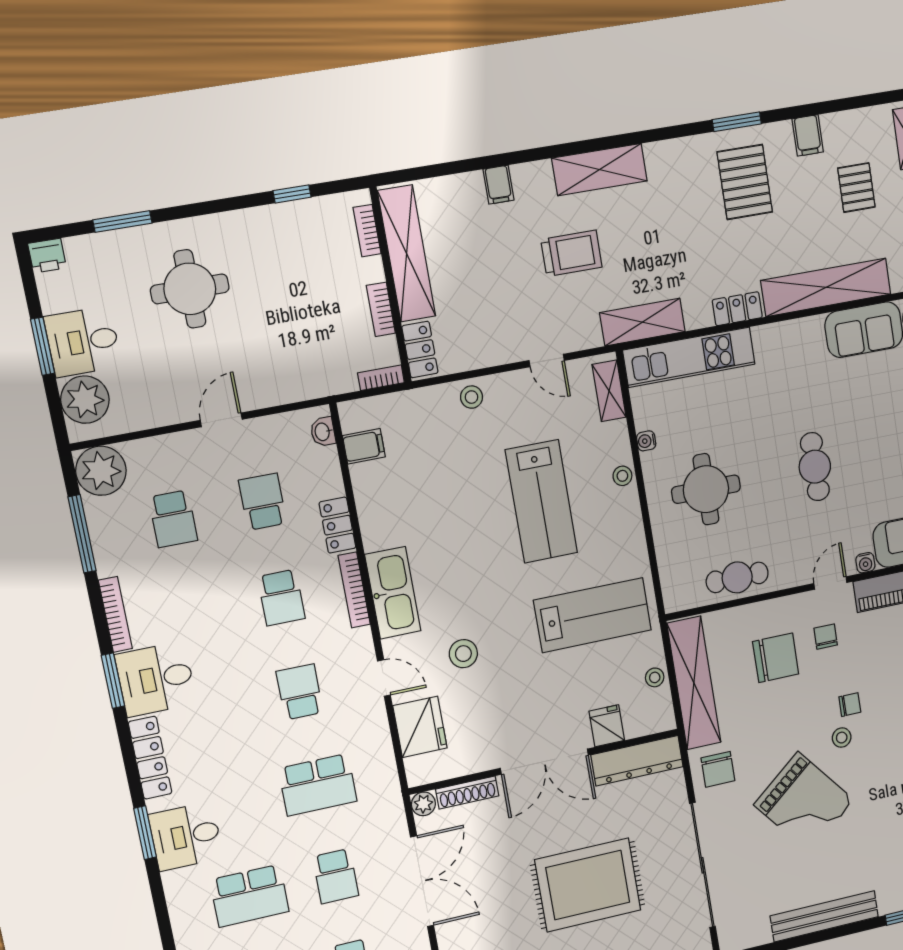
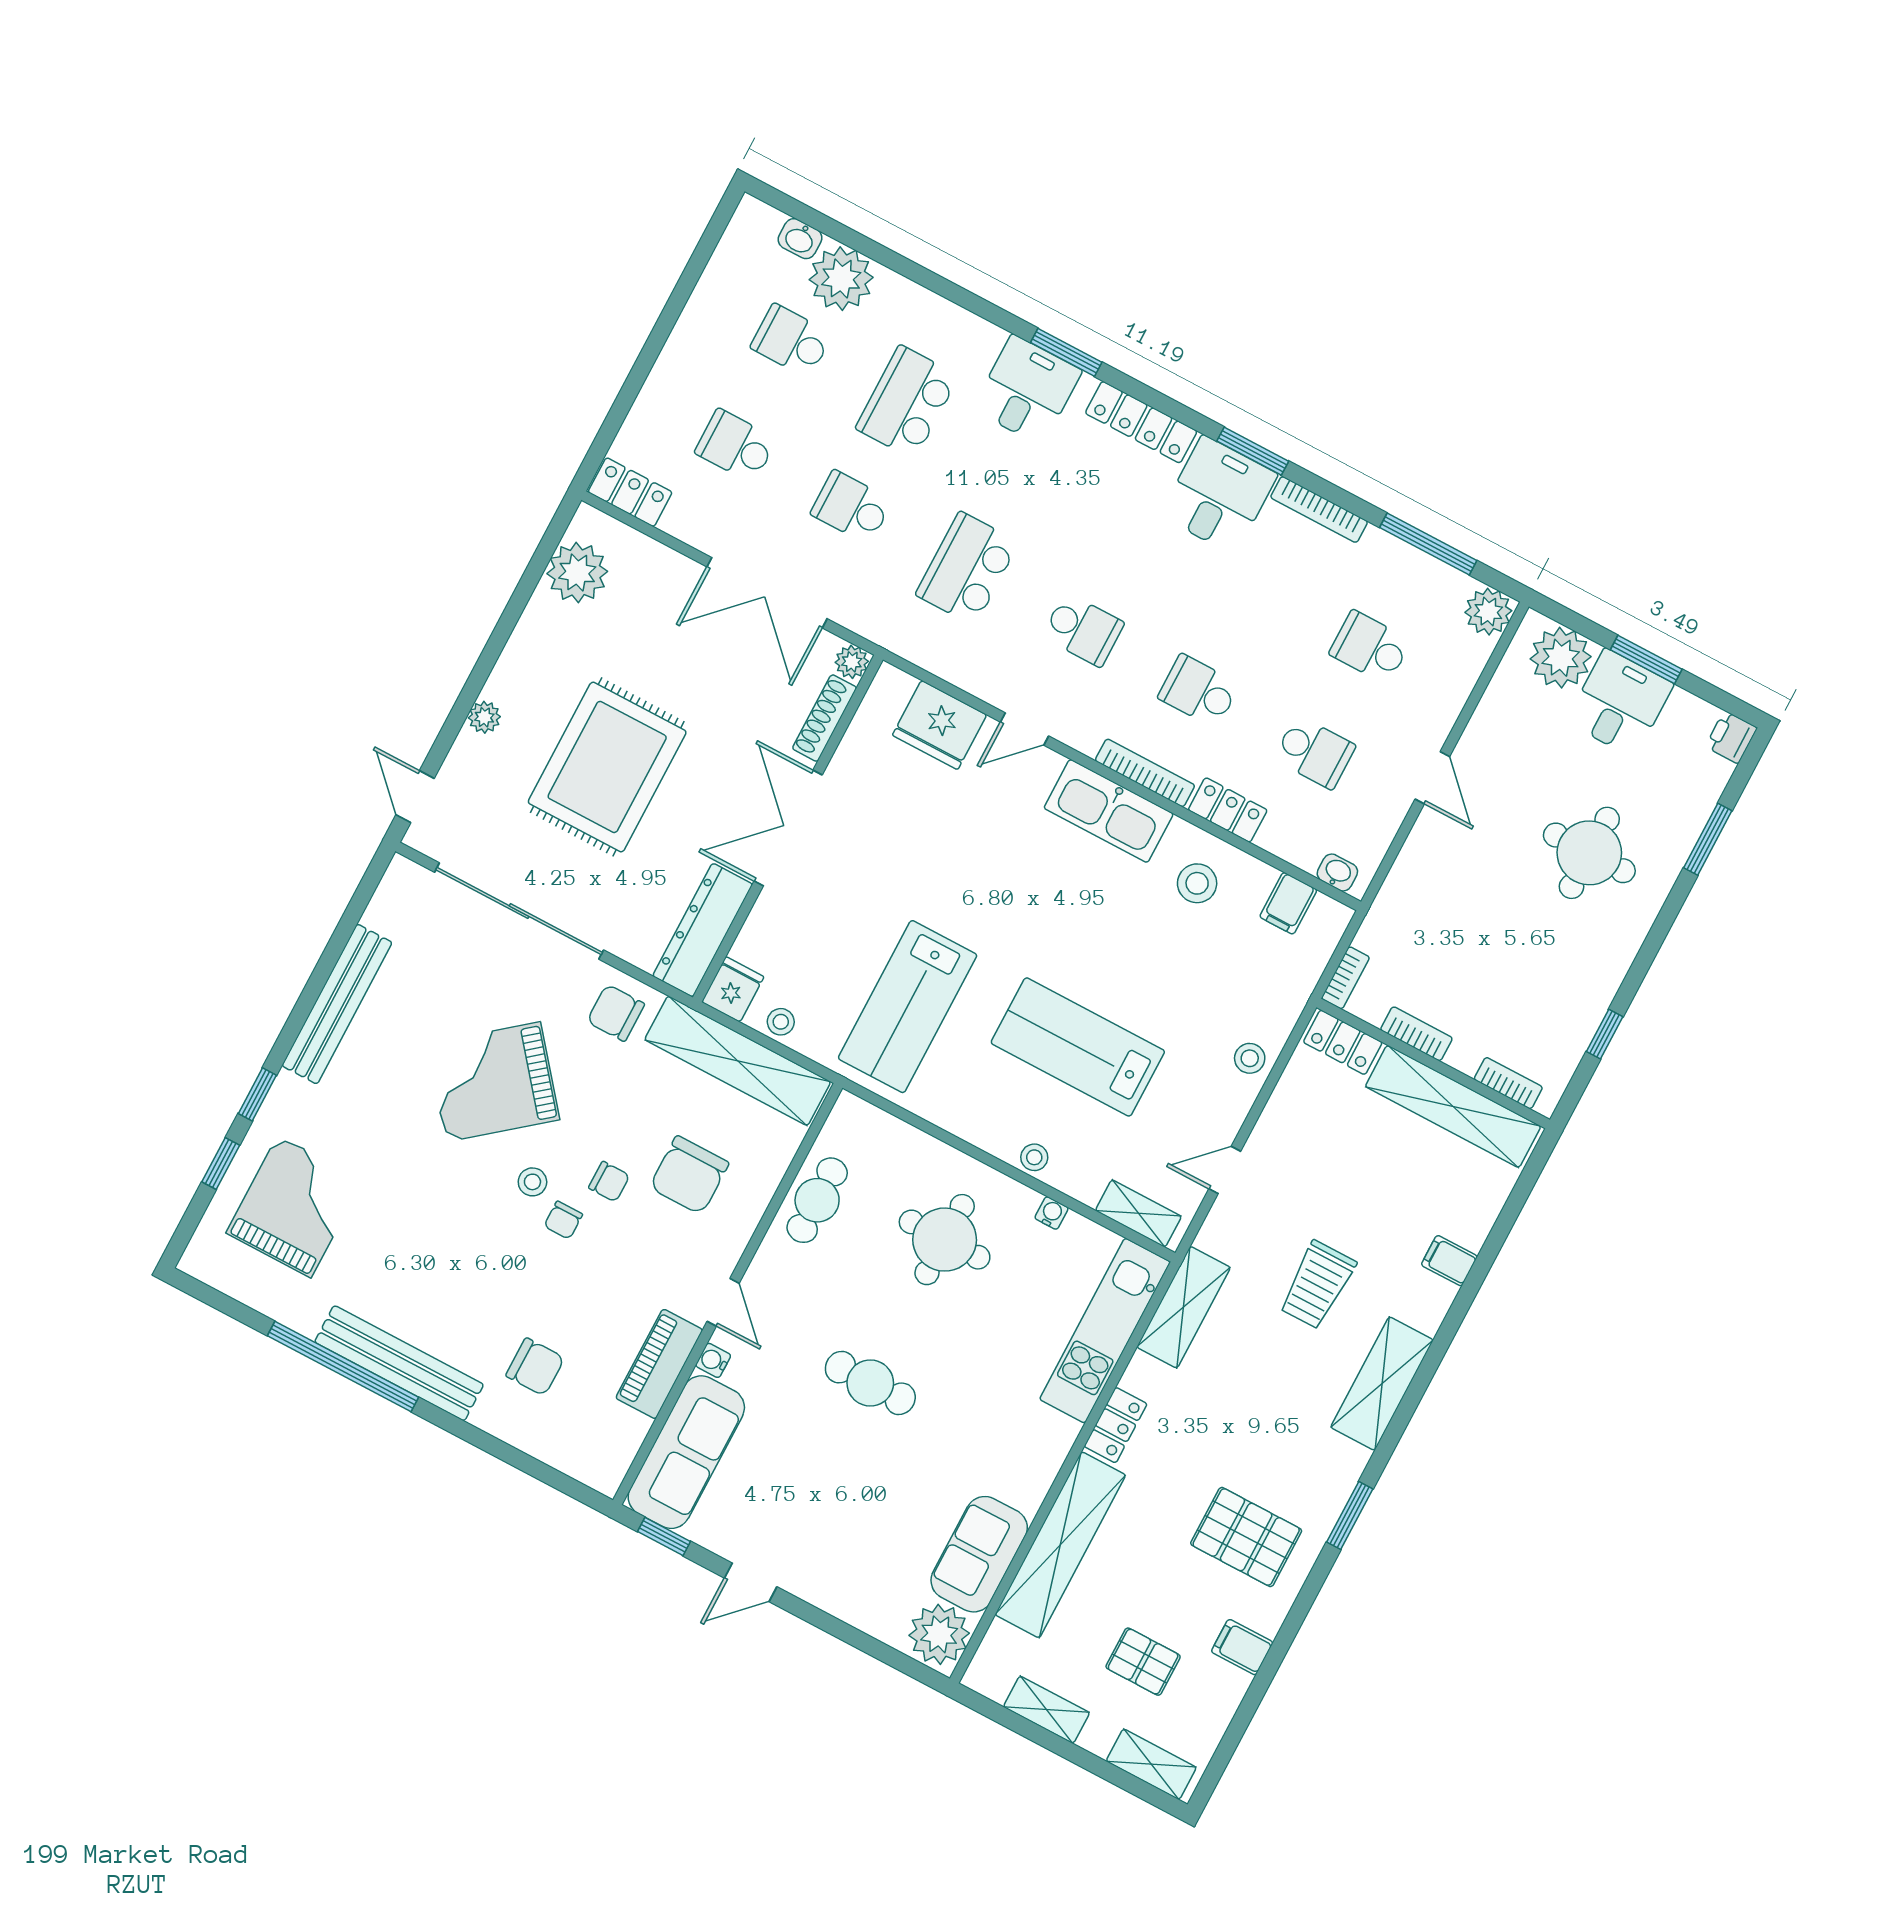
window: (737, 122) -> (1350, 1516), moved
plant: (101, 471) -> (1488, 612), width x0.73, depth x0.73
chair: (826, 637) -> (609, 1182), moved
stool: (463, 654) -> (1197, 883), moved
fridge: (607, 726) -> (733, 989), moved, turned -90

